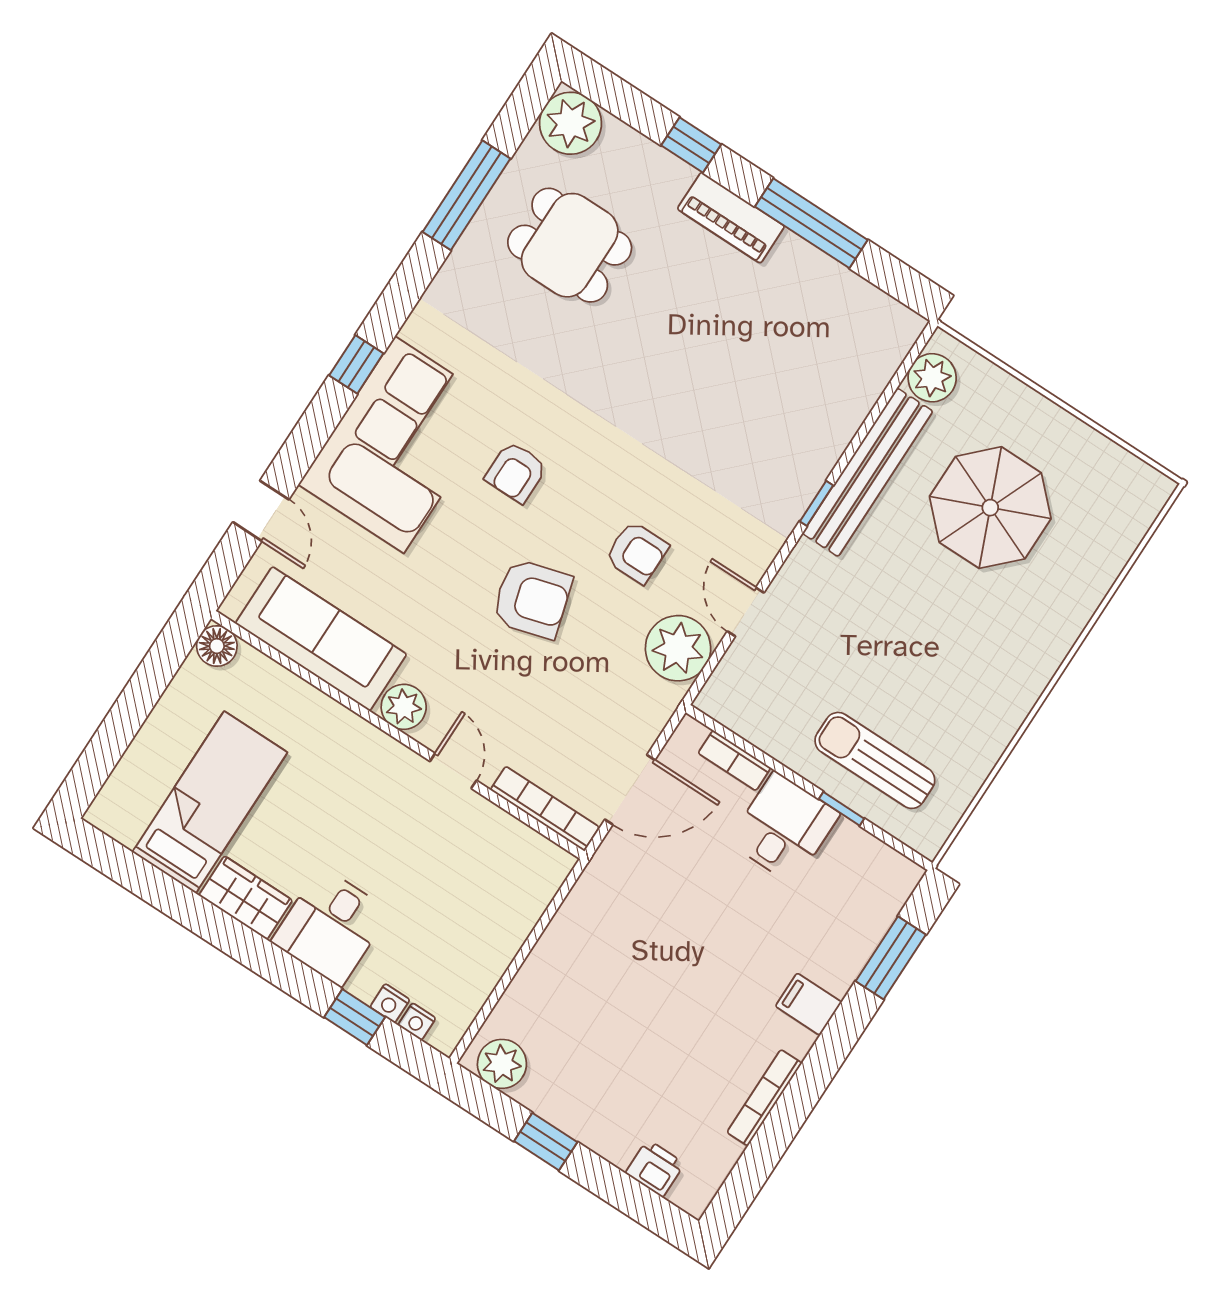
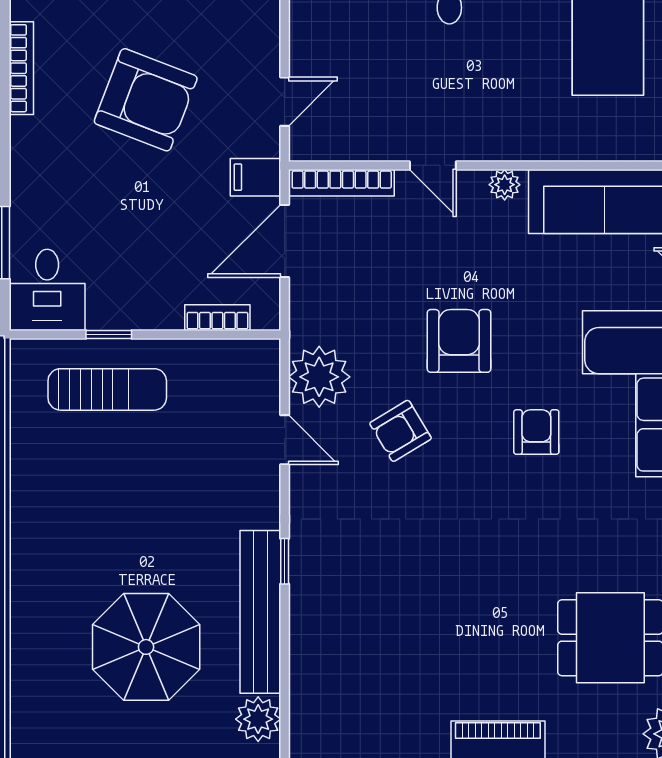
armchair: (637, 552) -> (401, 431), turned -31
armchair: (532, 599) -> (459, 341), turned 106
plant: (404, 707) -> (505, 185), width x0.73, depth x0.73
desk: (784, 828) -> (47, 290), moved
door: (549, 914) -> (285, 102), added
armchair: (672, 997) -> (146, 100), added
filing cabinet: (808, 1004) -> (256, 177), moved, turned 180

